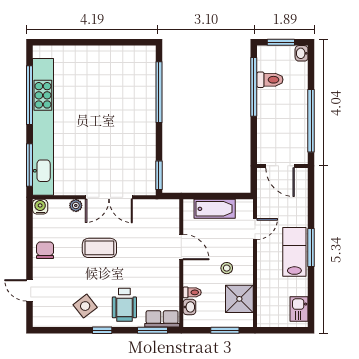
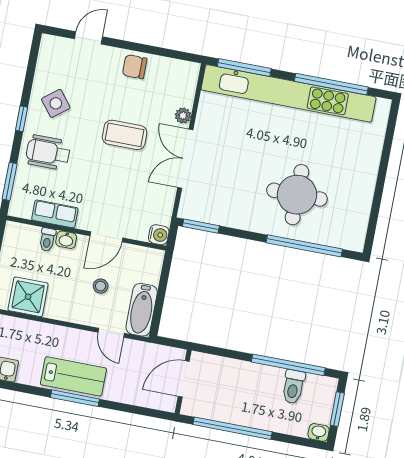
round table: (120, 105) -> (297, 195), added
water cooler: (40, 207) -> (159, 235), moved
bathtub: (215, 209) -> (142, 310), moved
coffee table: (99, 248) -> (125, 135), turned 90
chair: (45, 250) -> (135, 67), turned 180
stool: (227, 268) -> (101, 286), moved
washbasin: (189, 307) -> (66, 240), moved
row of seats: (162, 319) -> (55, 214), moved, turned -90

